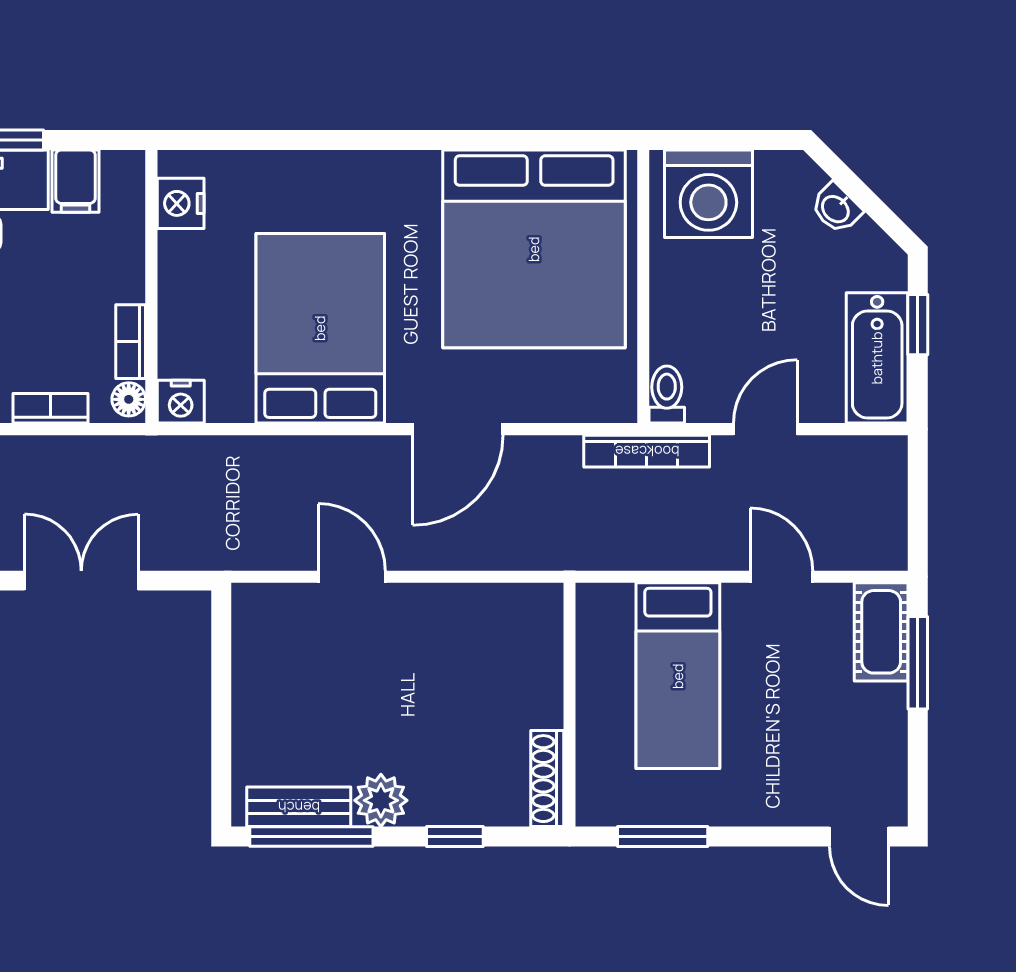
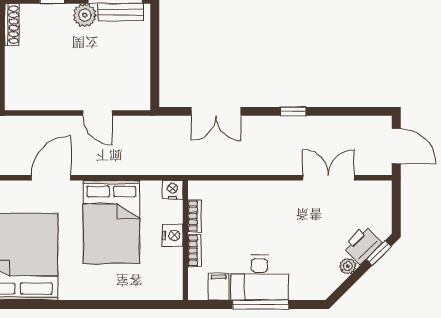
nightstand: (181, 203) -> (173, 235), moved
floor lamp: (129, 399) -> (195, 191), removed
bookcase: (50, 408) -> (195, 250), moved, turned -90

